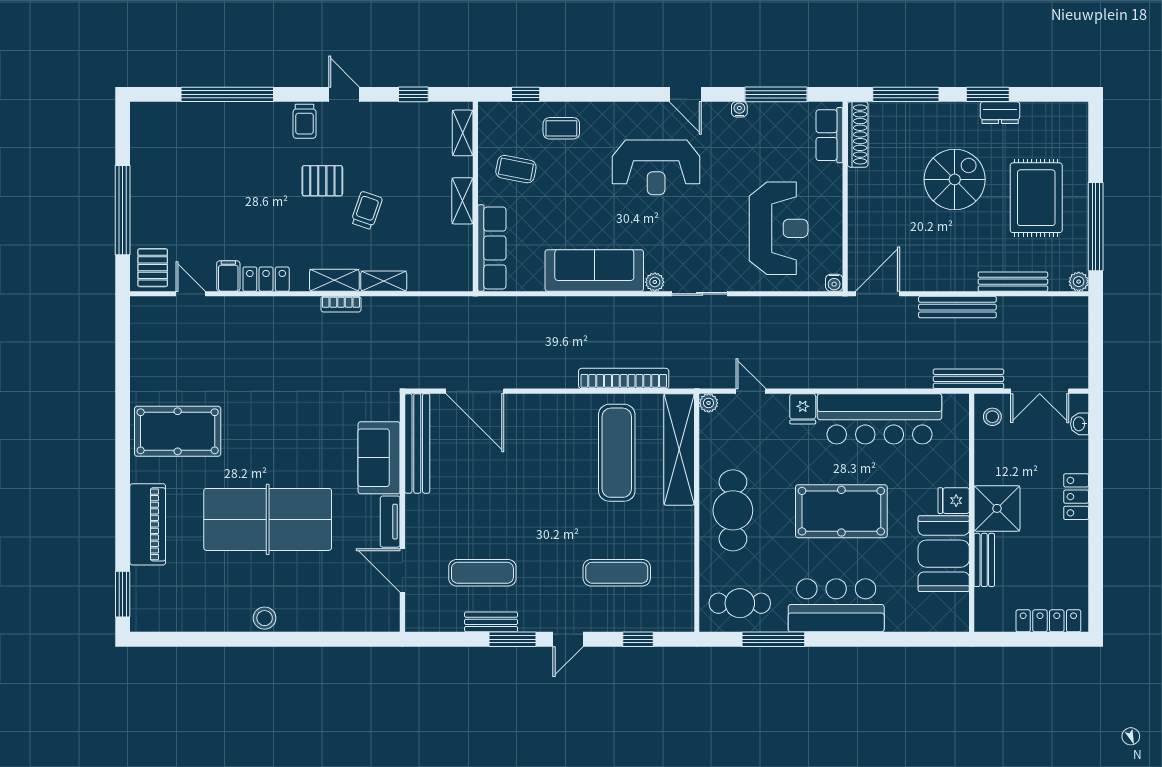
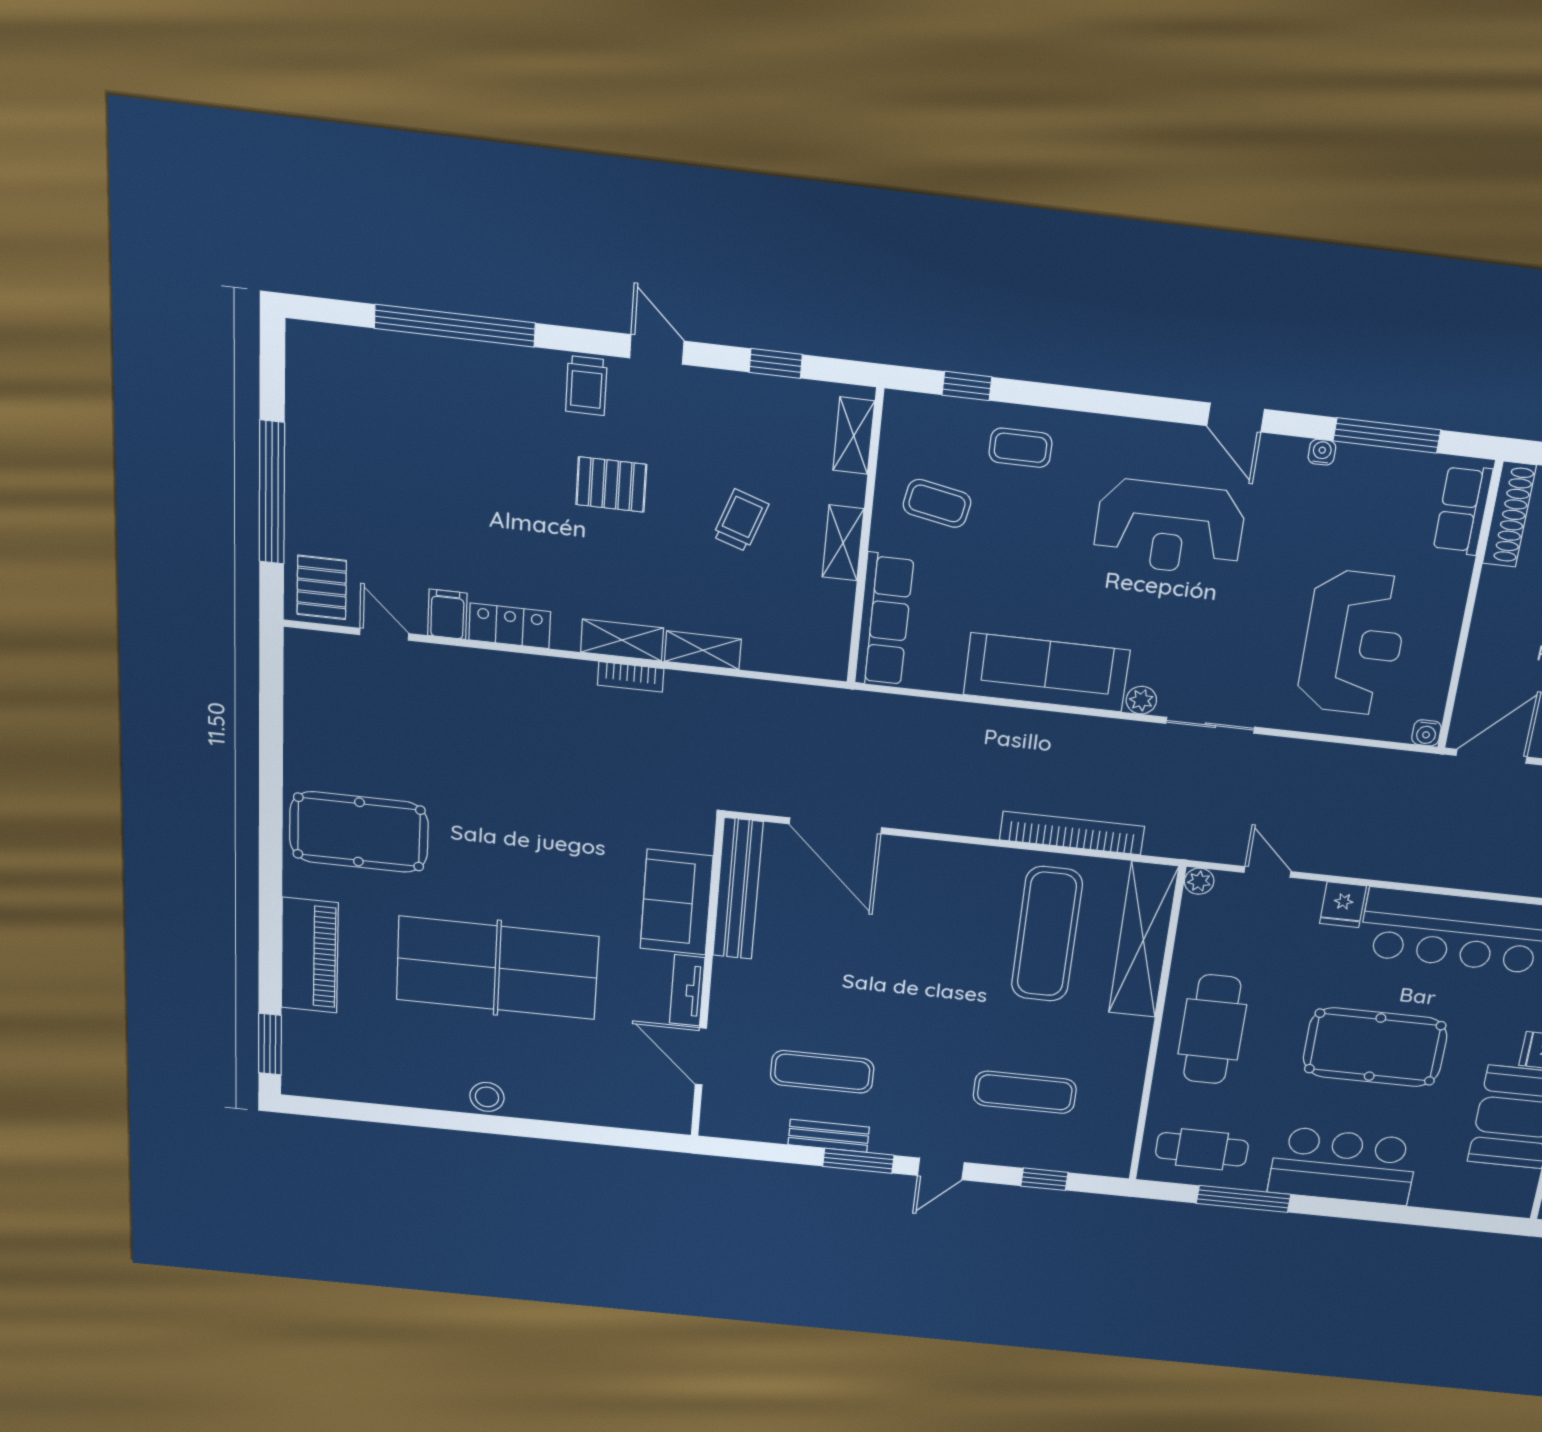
trolley: (367, 211) -> (741, 520), moved

